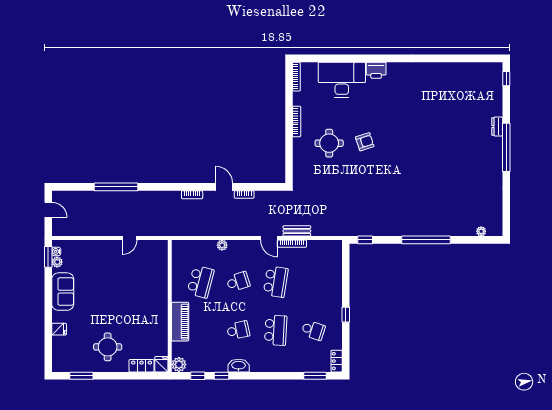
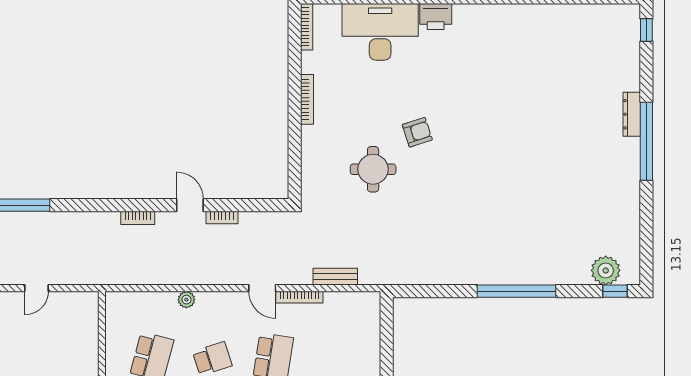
dresser: (497, 126) -> (632, 114), width x1.44
round table: (329, 143) -> (373, 169), moved
bench: (297, 231) -> (335, 277), moved
plant: (481, 231) -> (606, 270), width x1.87, depth x1.87
window: (365, 240) -> (615, 291), moved

